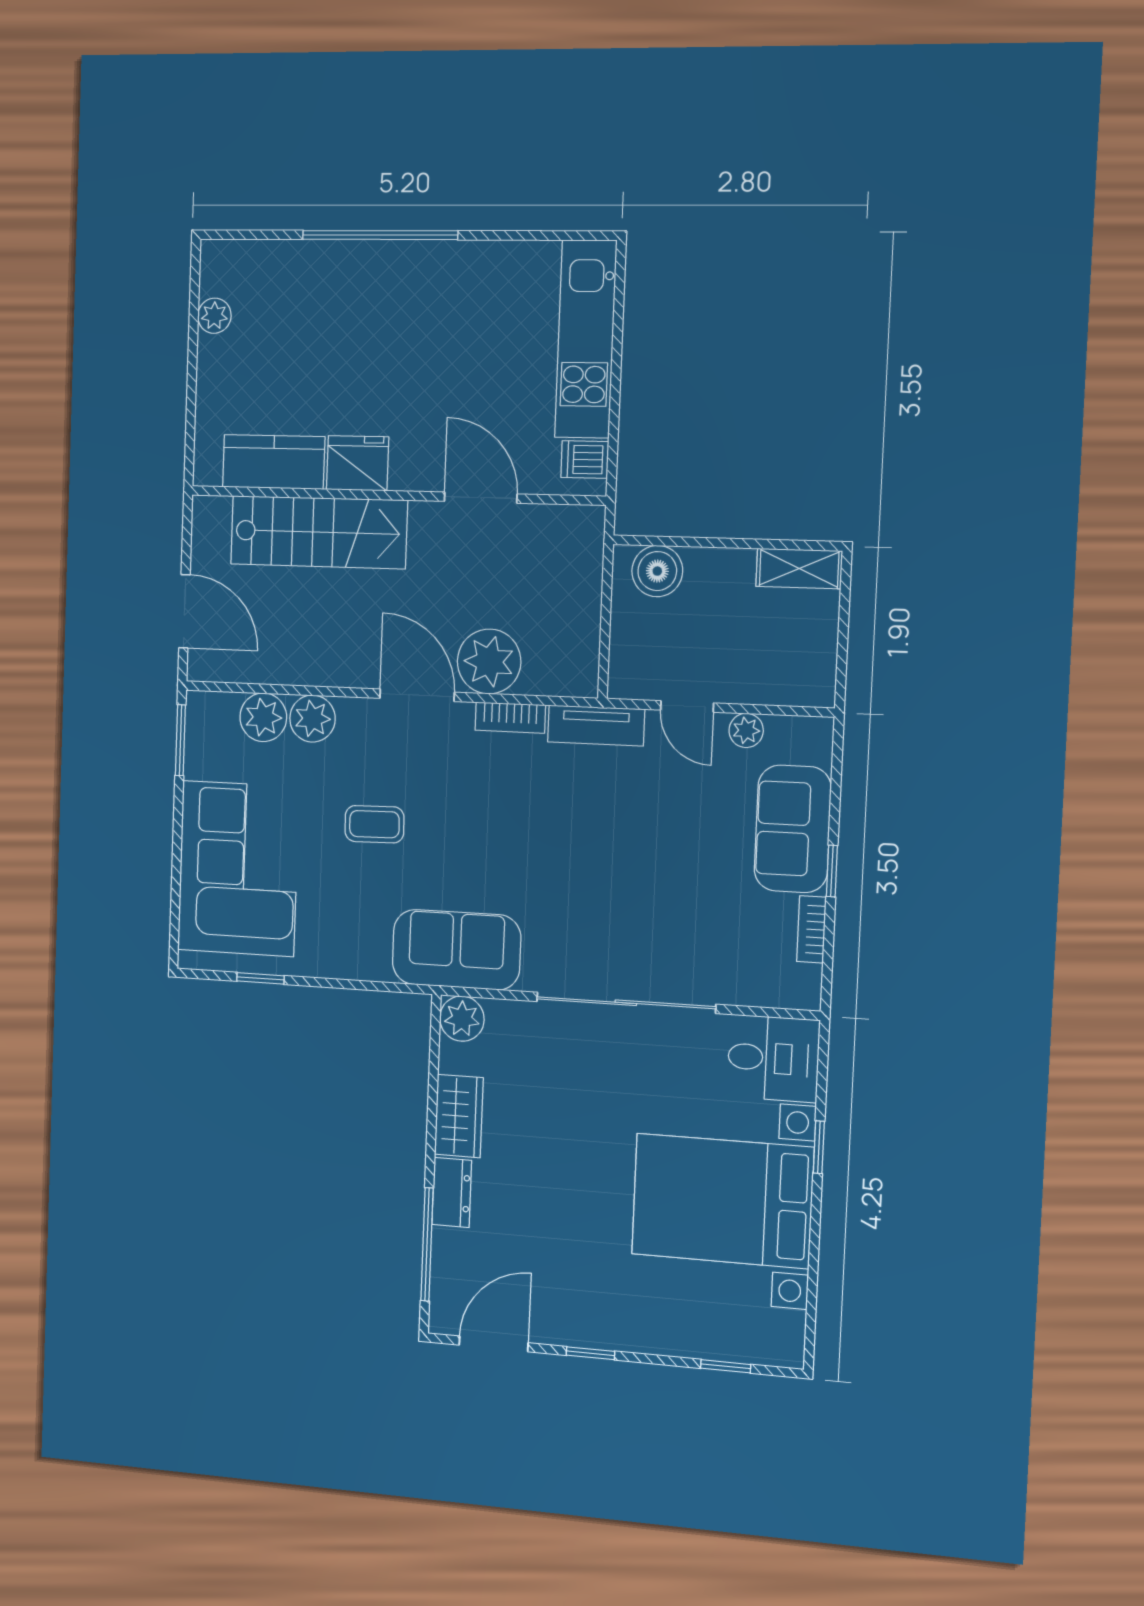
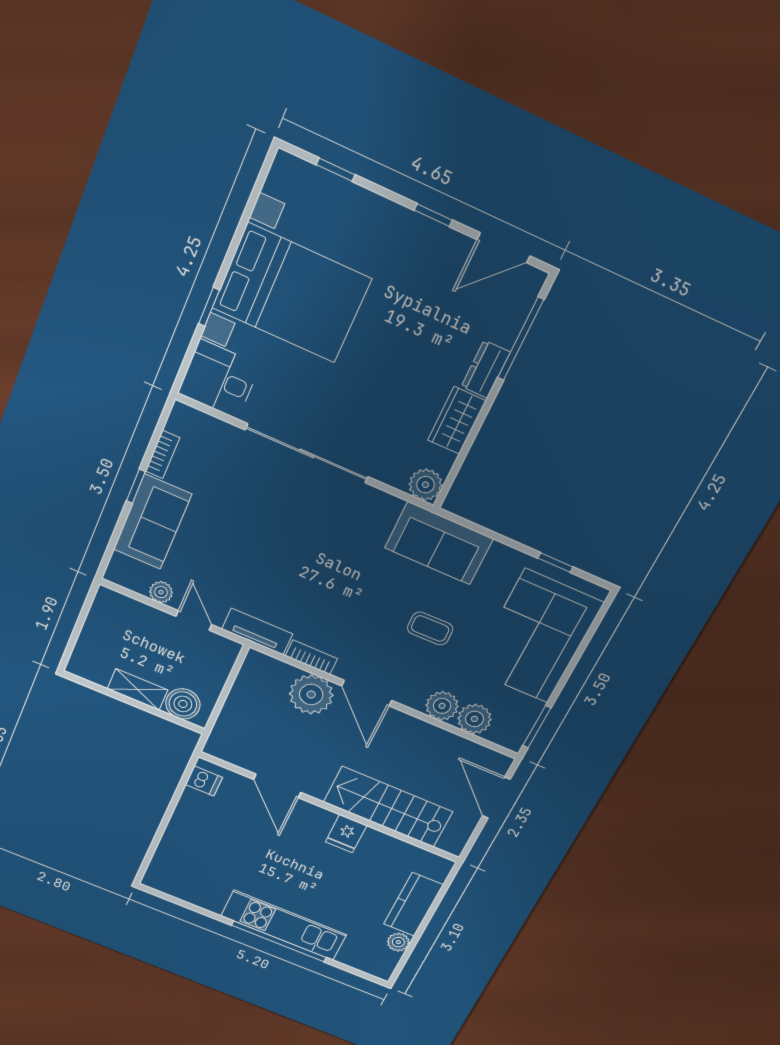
kitchen unit: (586, 339) -> (284, 925), moved, turned -90
kitchen counter: (274, 462) -> (413, 904), moved, turned 90
fridge: (358, 463) -> (346, 834), width x0.72
shelving: (799, 569) -> (137, 689), moved
sofa: (456, 950) -> (439, 543), moved

